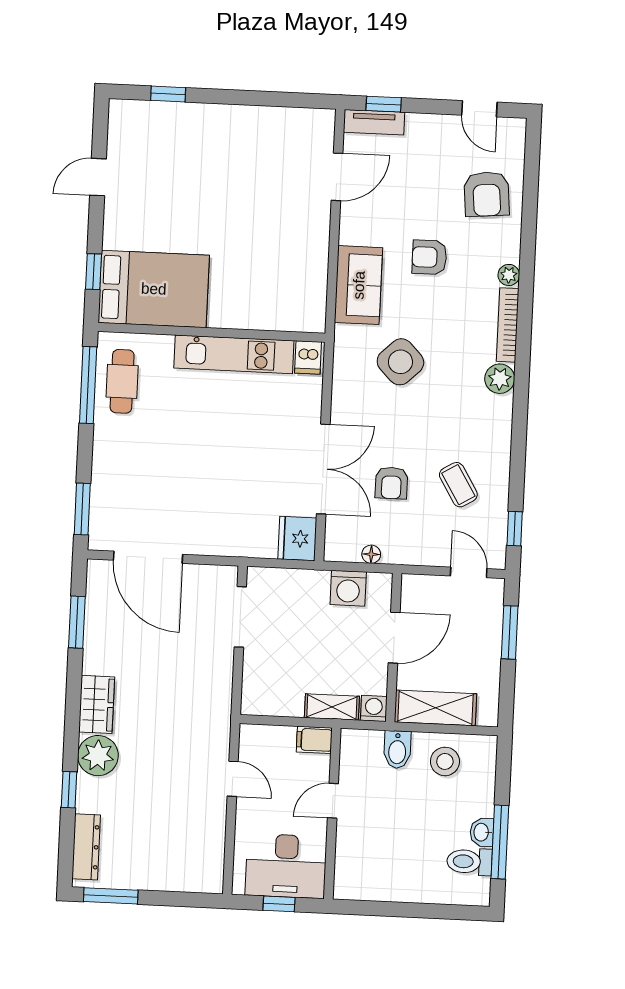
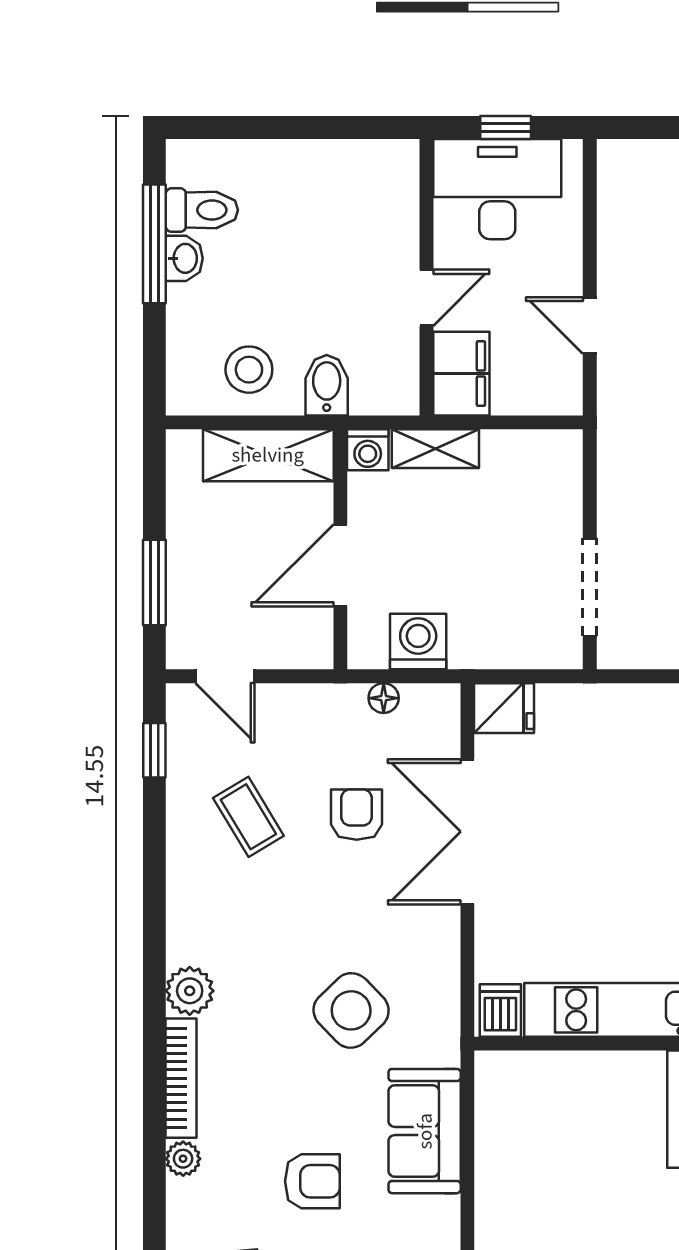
fridge: (297, 539) -> (504, 708), width x0.72
filing cabinet: (314, 740) -> (461, 374), width x2.00

